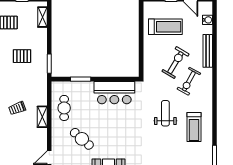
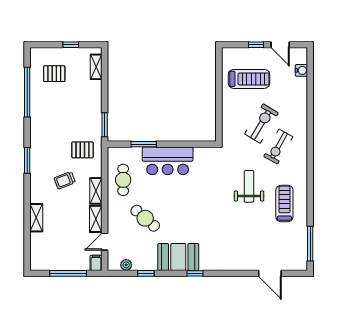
bench: (208, 51) -> (302, 109), removed
pallet: (22, 56) -> (82, 150), moved
bar counter: (114, 93) -> (168, 161), moved
treadmill: (194, 127) -> (284, 203), turned 180
shelving: (42, 139) -> (96, 219), added

